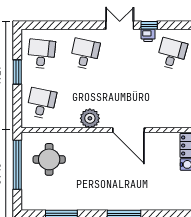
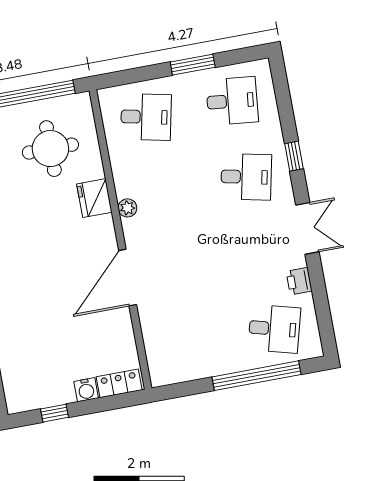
window: (149, 25) -> (294, 156), moved
plant: (90, 118) -> (127, 208), width x0.53, depth x0.53
fridge: (81, 140) -> (94, 198), added

